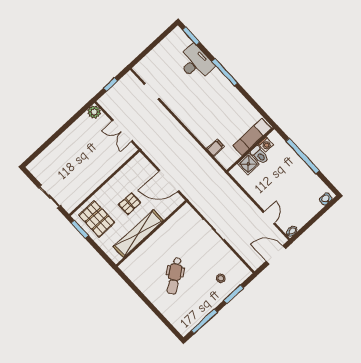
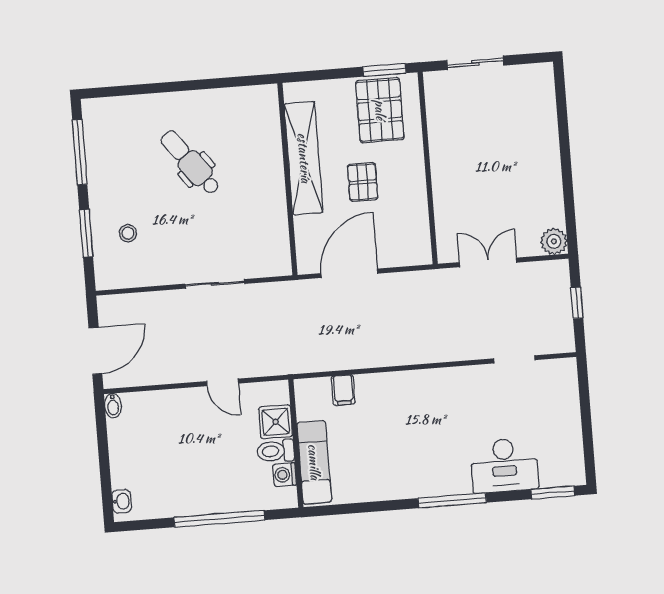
door: (269, 218) -> (223, 382), moved
pallet: (97, 219) -> (380, 110), turned 90

